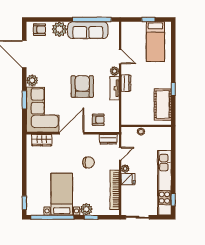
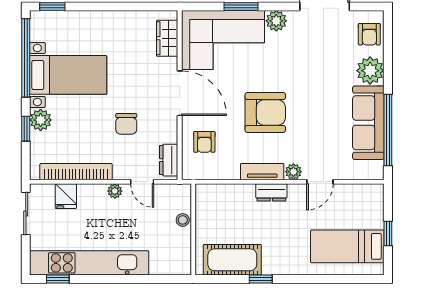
fridge: (128, 179) -> (66, 196), moved

